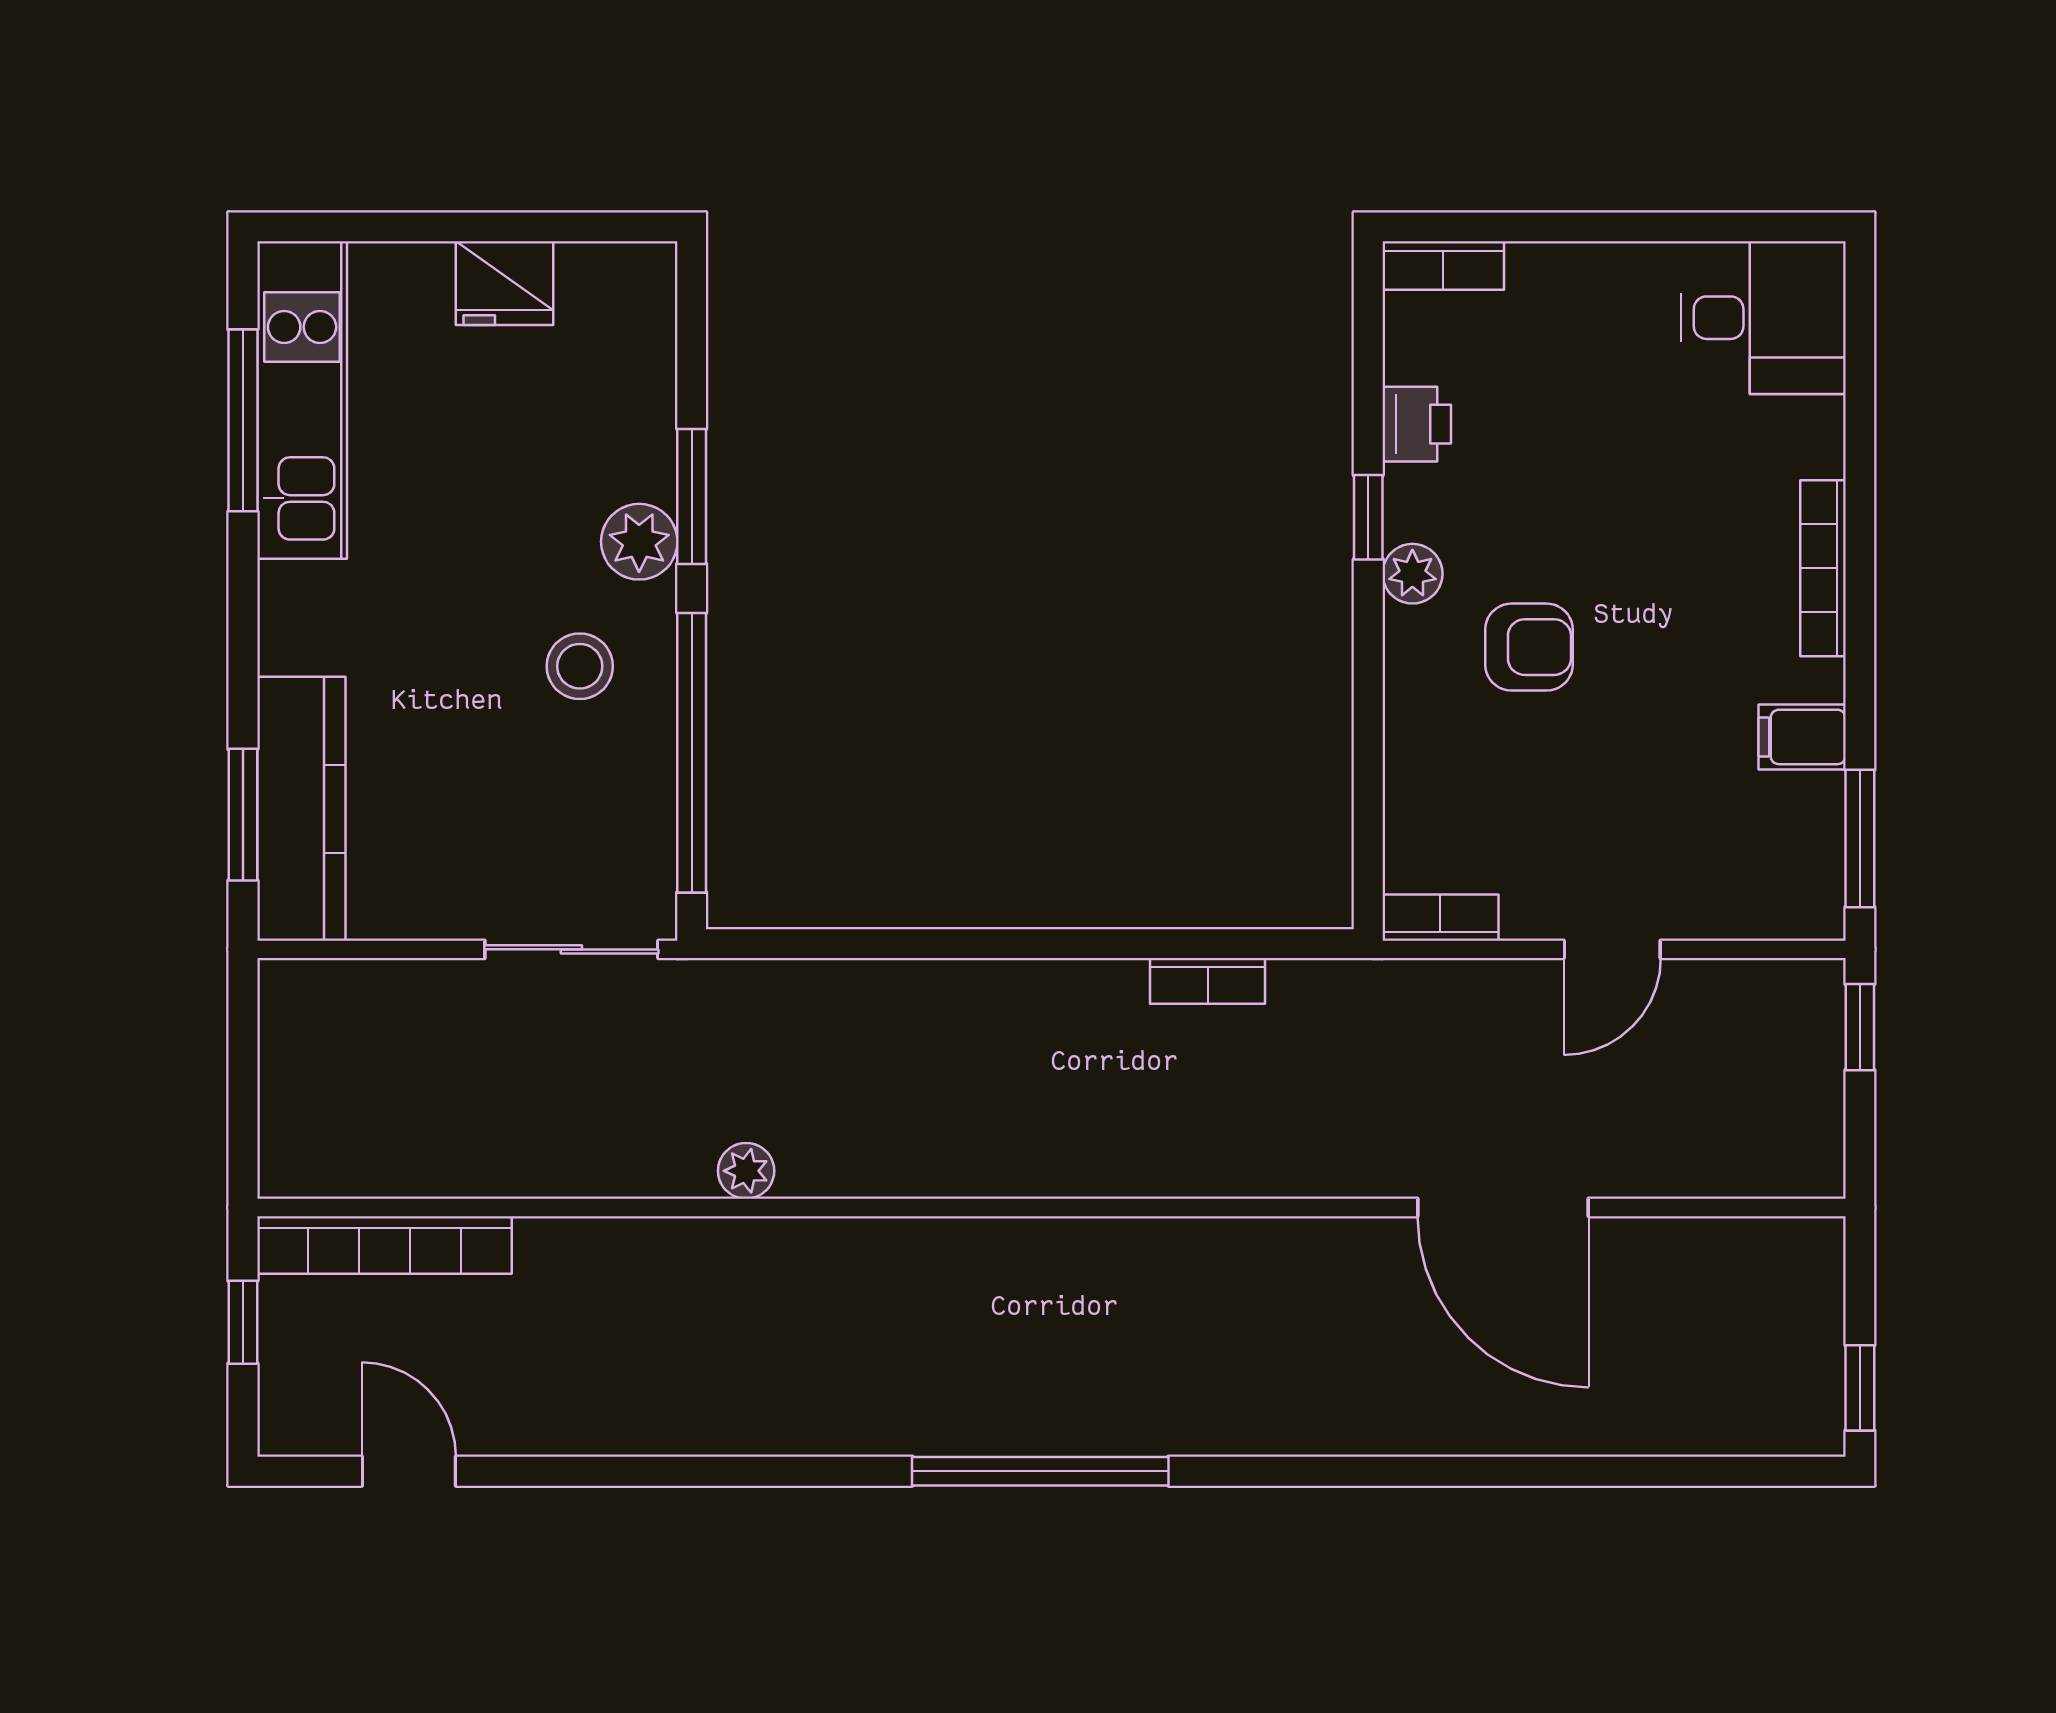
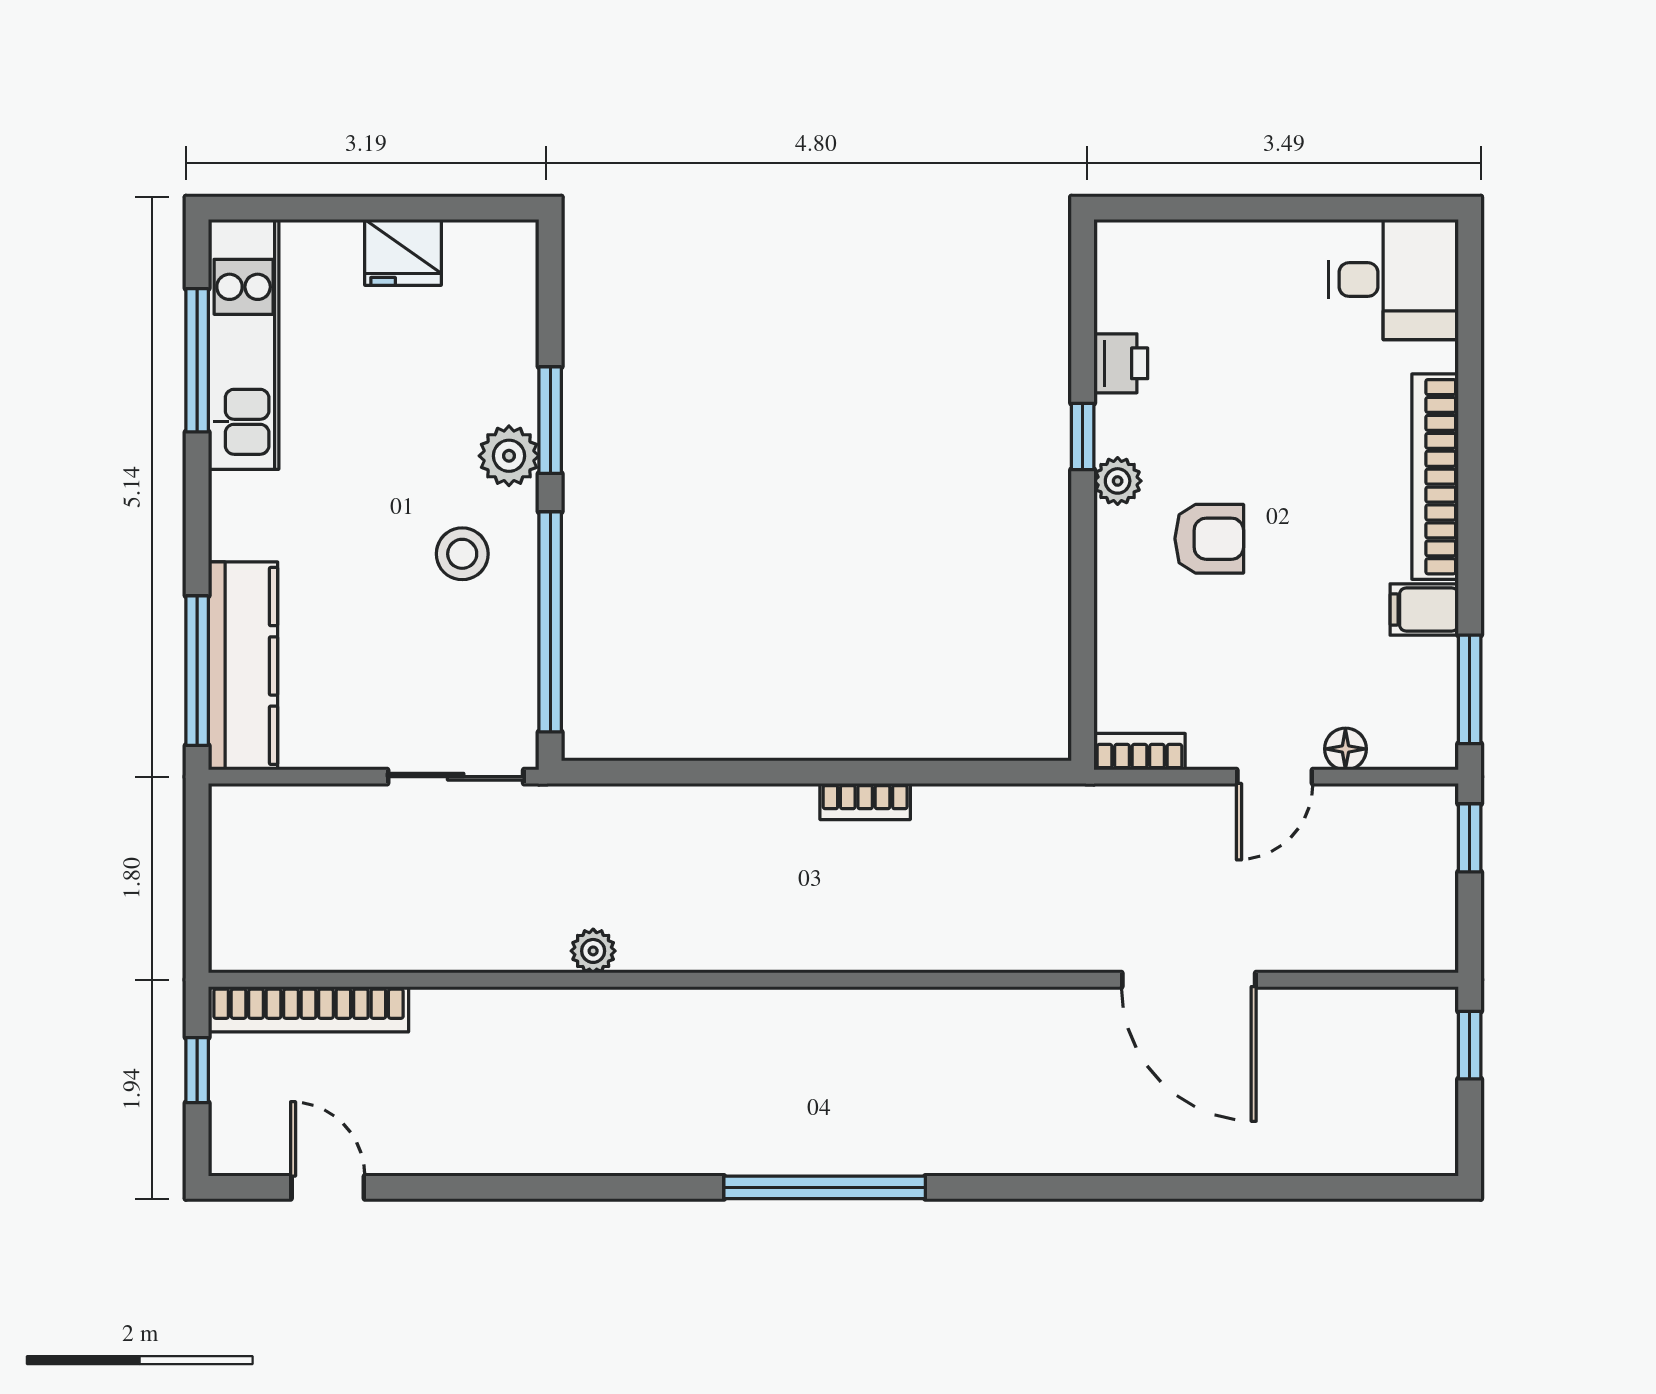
bookcase: (1443, 265) -> (1142, 238), removed
bookcase: (1823, 568) -> (1435, 477), width x1.48, depth x1.31
window: (243, 815) -> (197, 671), width x1.44
floor lamp: (1702, 914) -> (1345, 749), added
bookcase: (1208, 981) -> (865, 802), moved
window: (1860, 1388) -> (1470, 1045), moved

